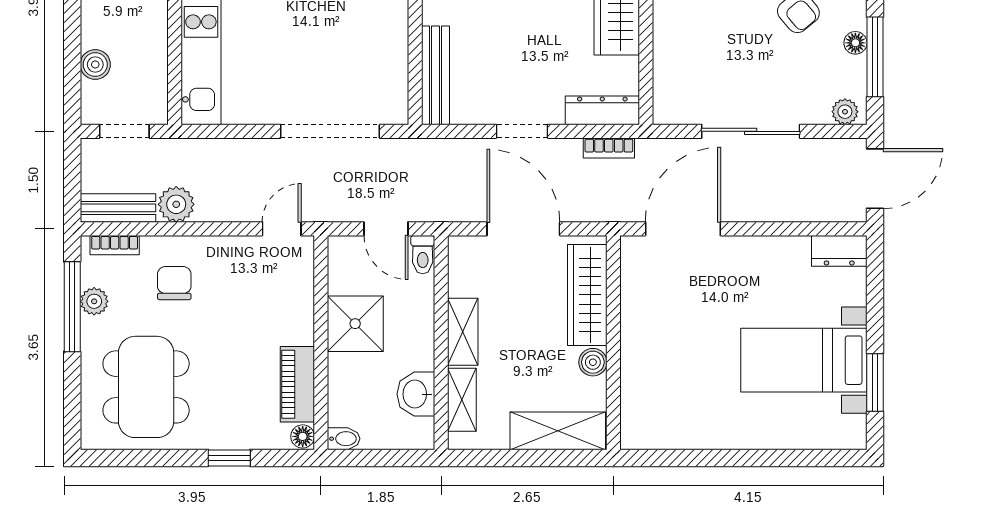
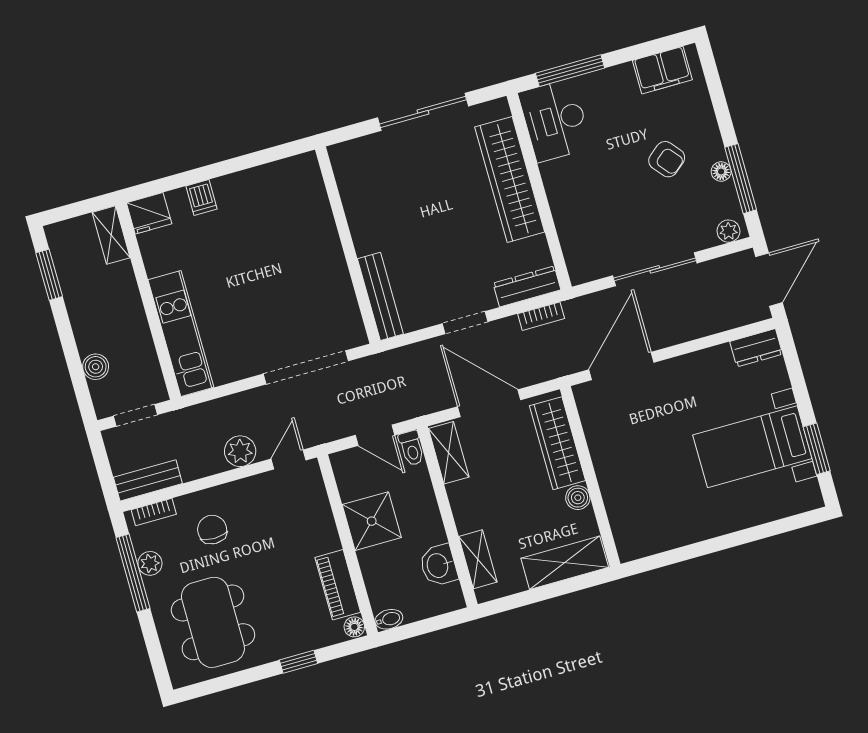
plant: (176, 204) -> (240, 451), moved
shelving: (463, 332) -> (449, 453), moved

